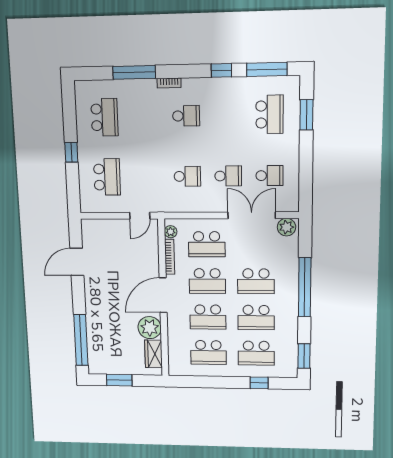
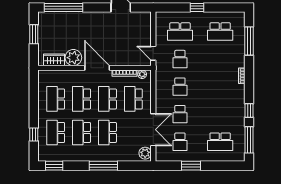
window: (134, 72) -> (249, 41), moved
window: (306, 115) -> (191, 166), moved
school desk: (186, 116) -> (180, 59), moved
window: (305, 287) -> (103, 166), width x0.68

